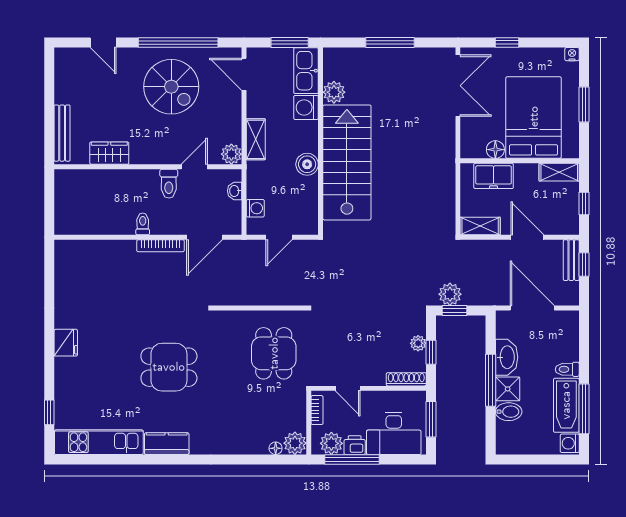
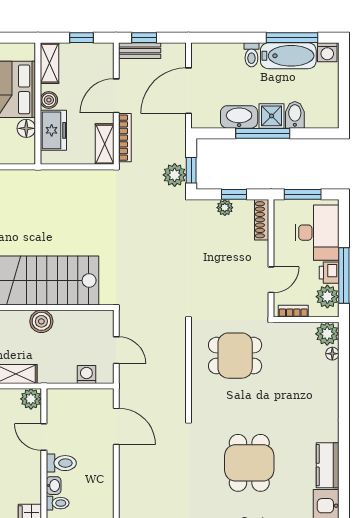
boiler: (523, 172) -> (49, 100), added
washbasin: (235, 191) -> (54, 486), moved, turned -90
toilet: (143, 224) -> (58, 503), moved, turned 180
bookcase: (161, 246) -> (125, 138), moved

